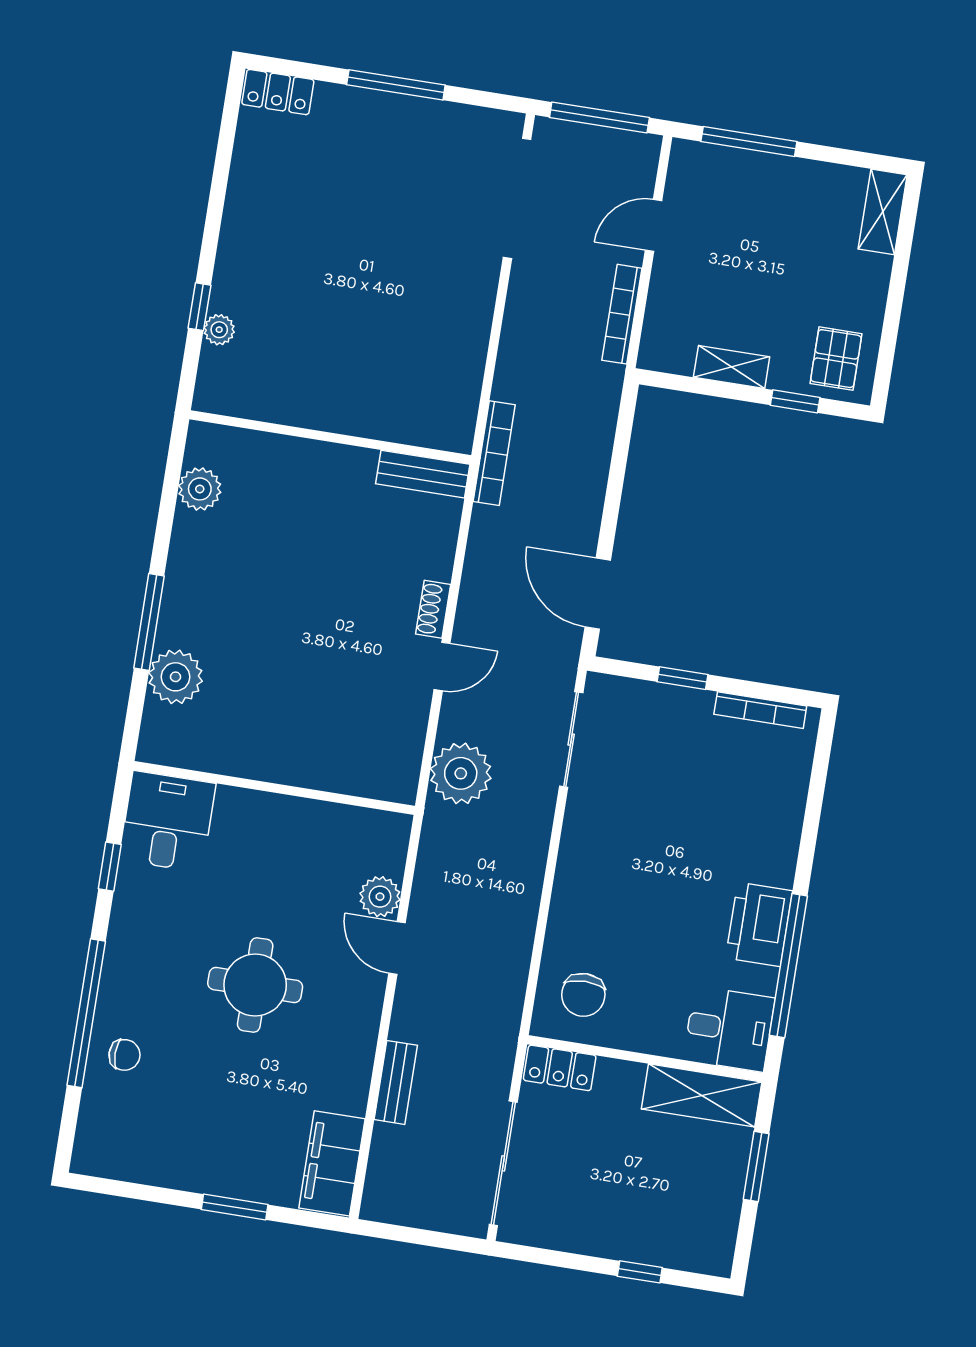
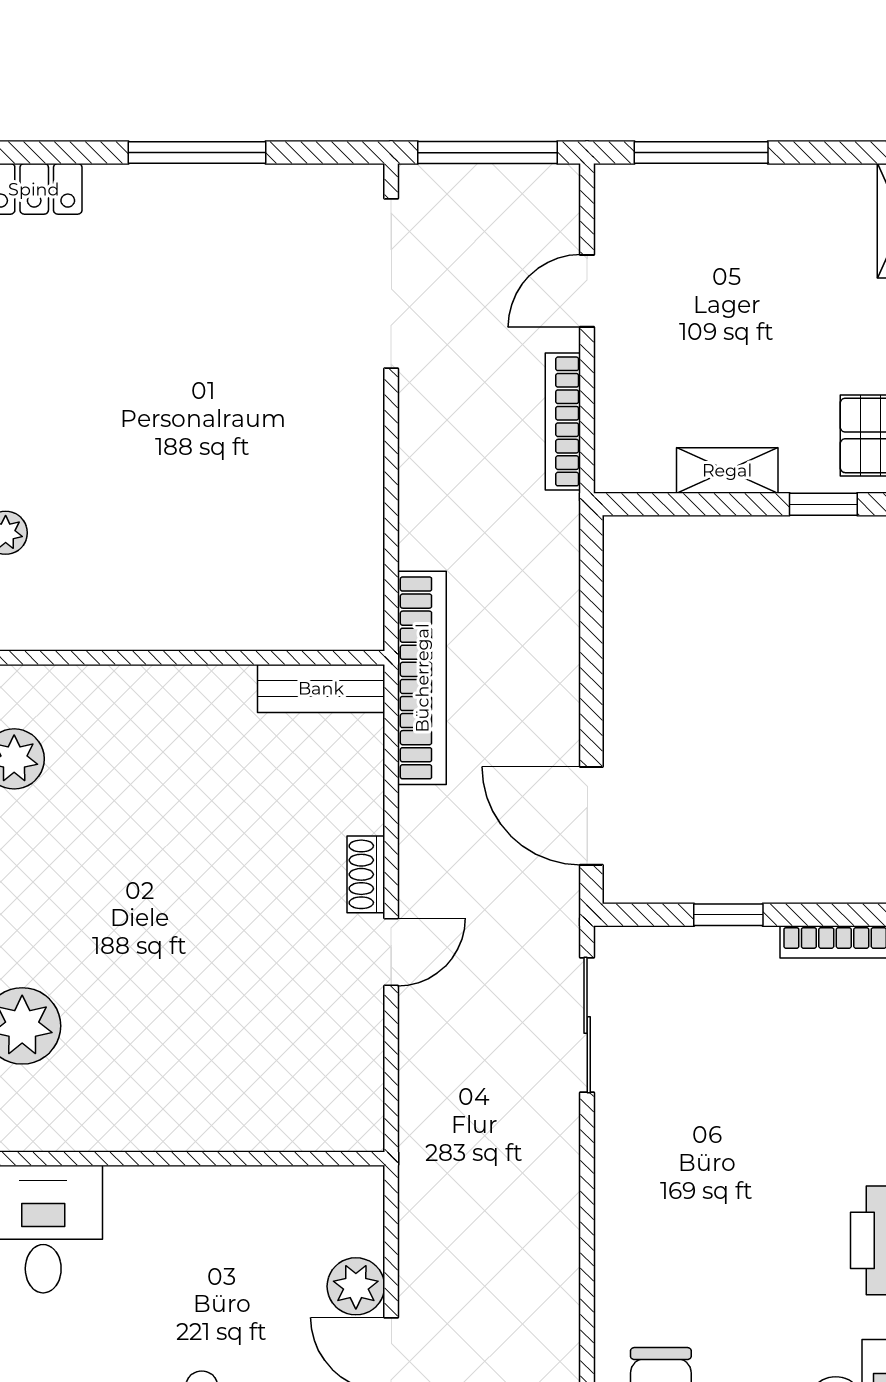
bookcase: (494, 453) -> (422, 678), width x1.48, depth x1.31
plant: (461, 773) -> (441, 1097), removed

